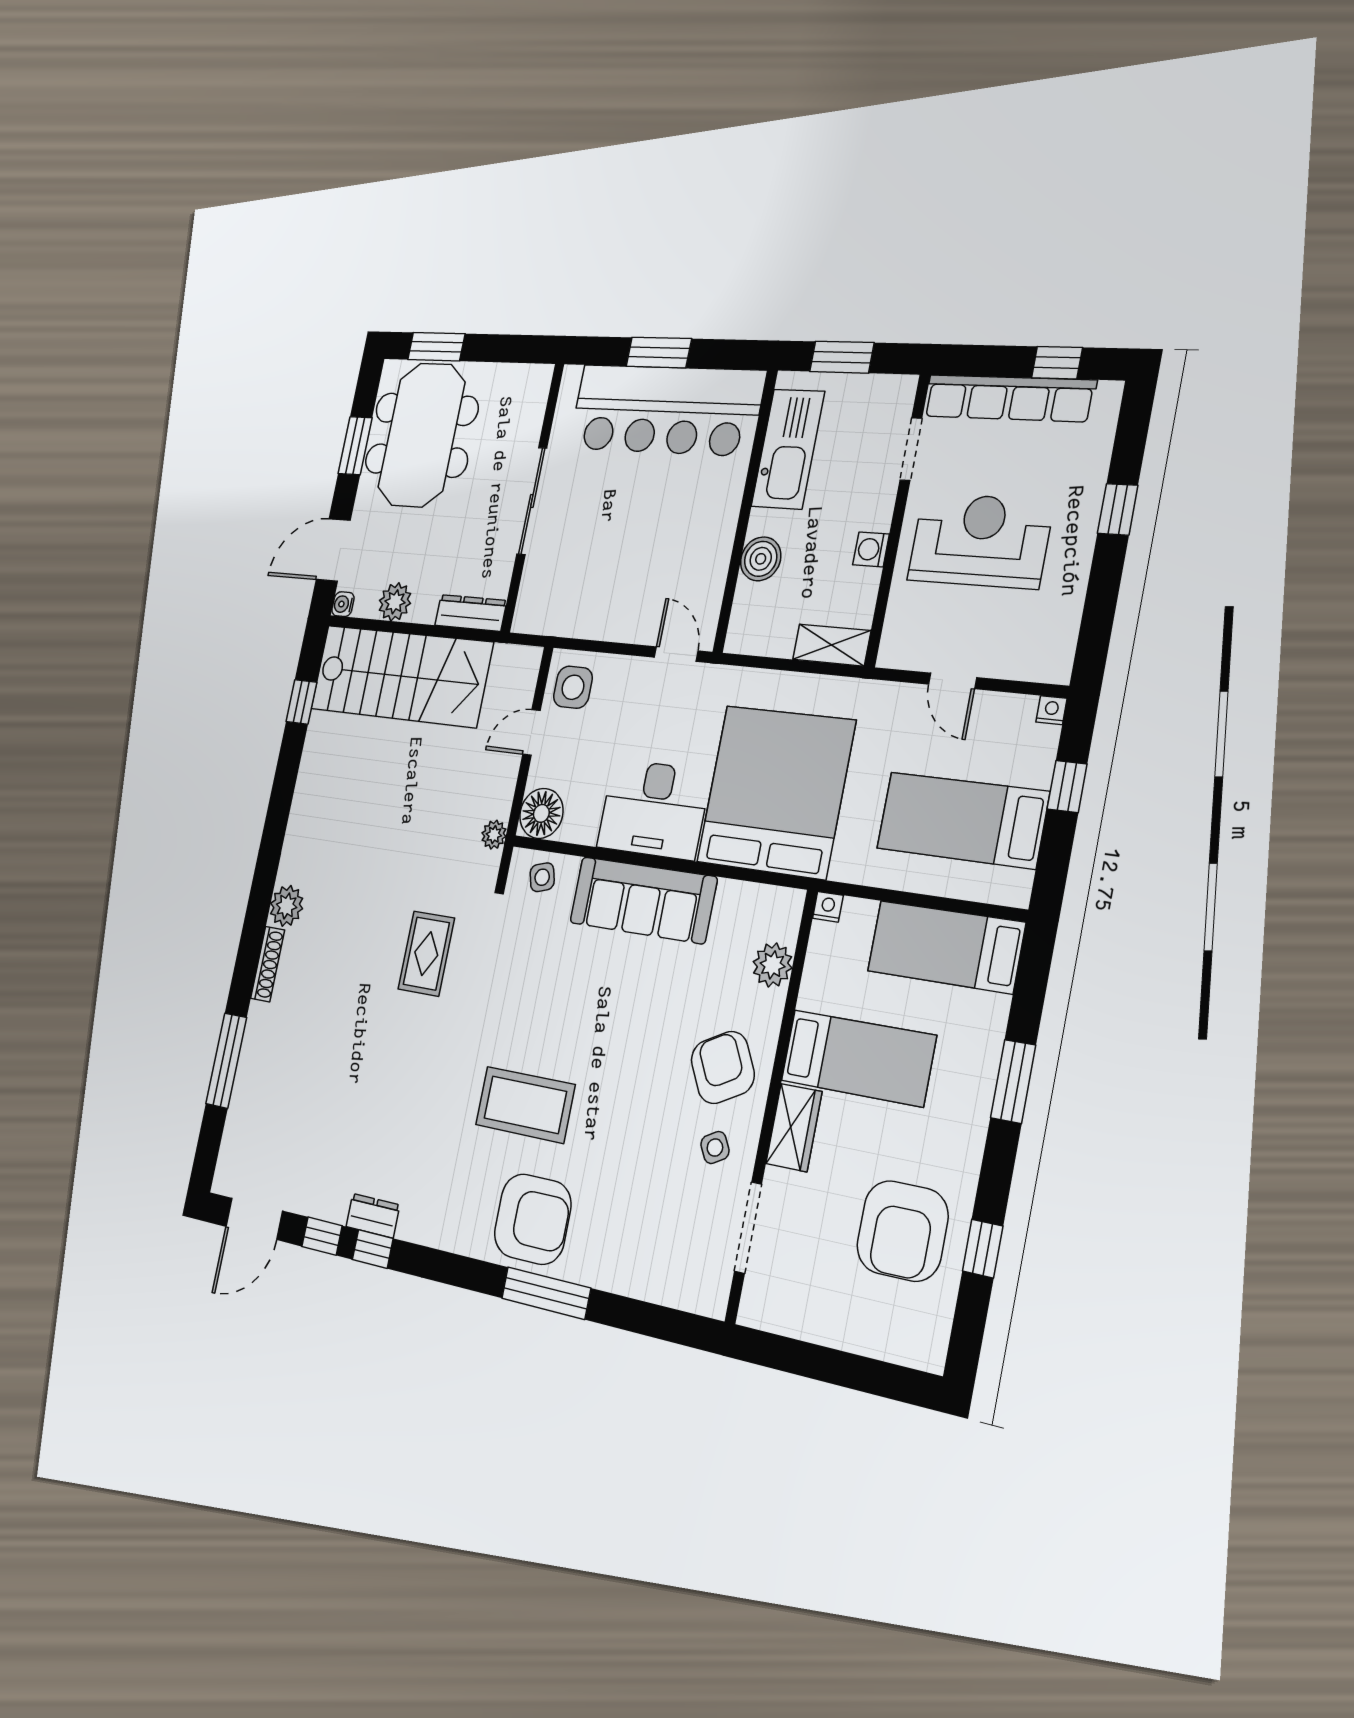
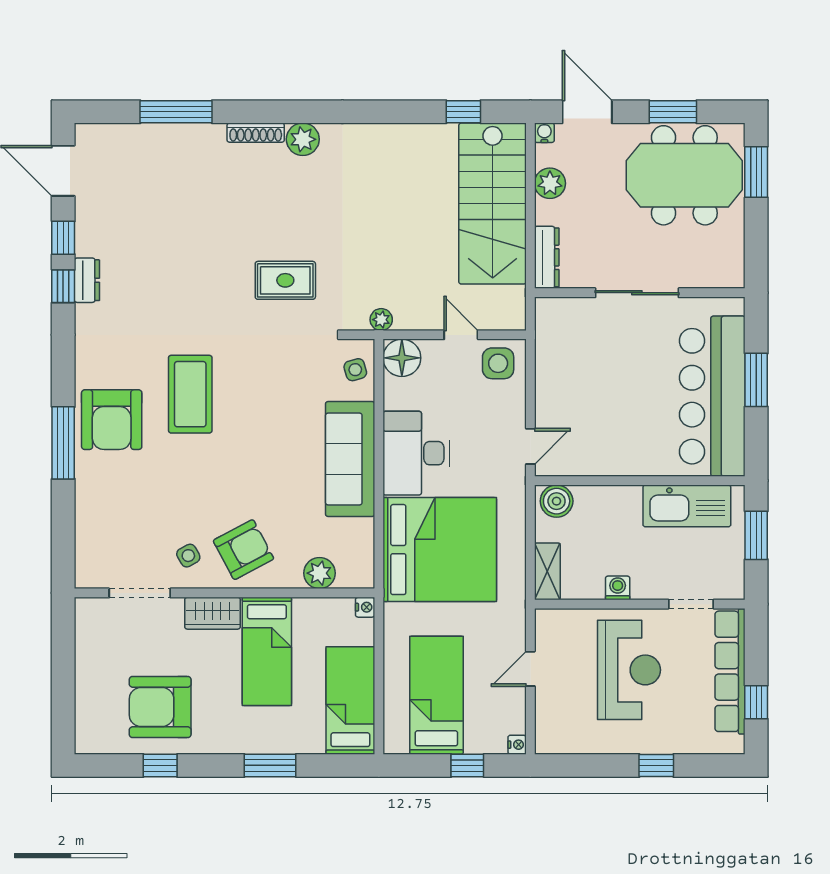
boiler: (761, 559) -> (557, 501), moved

